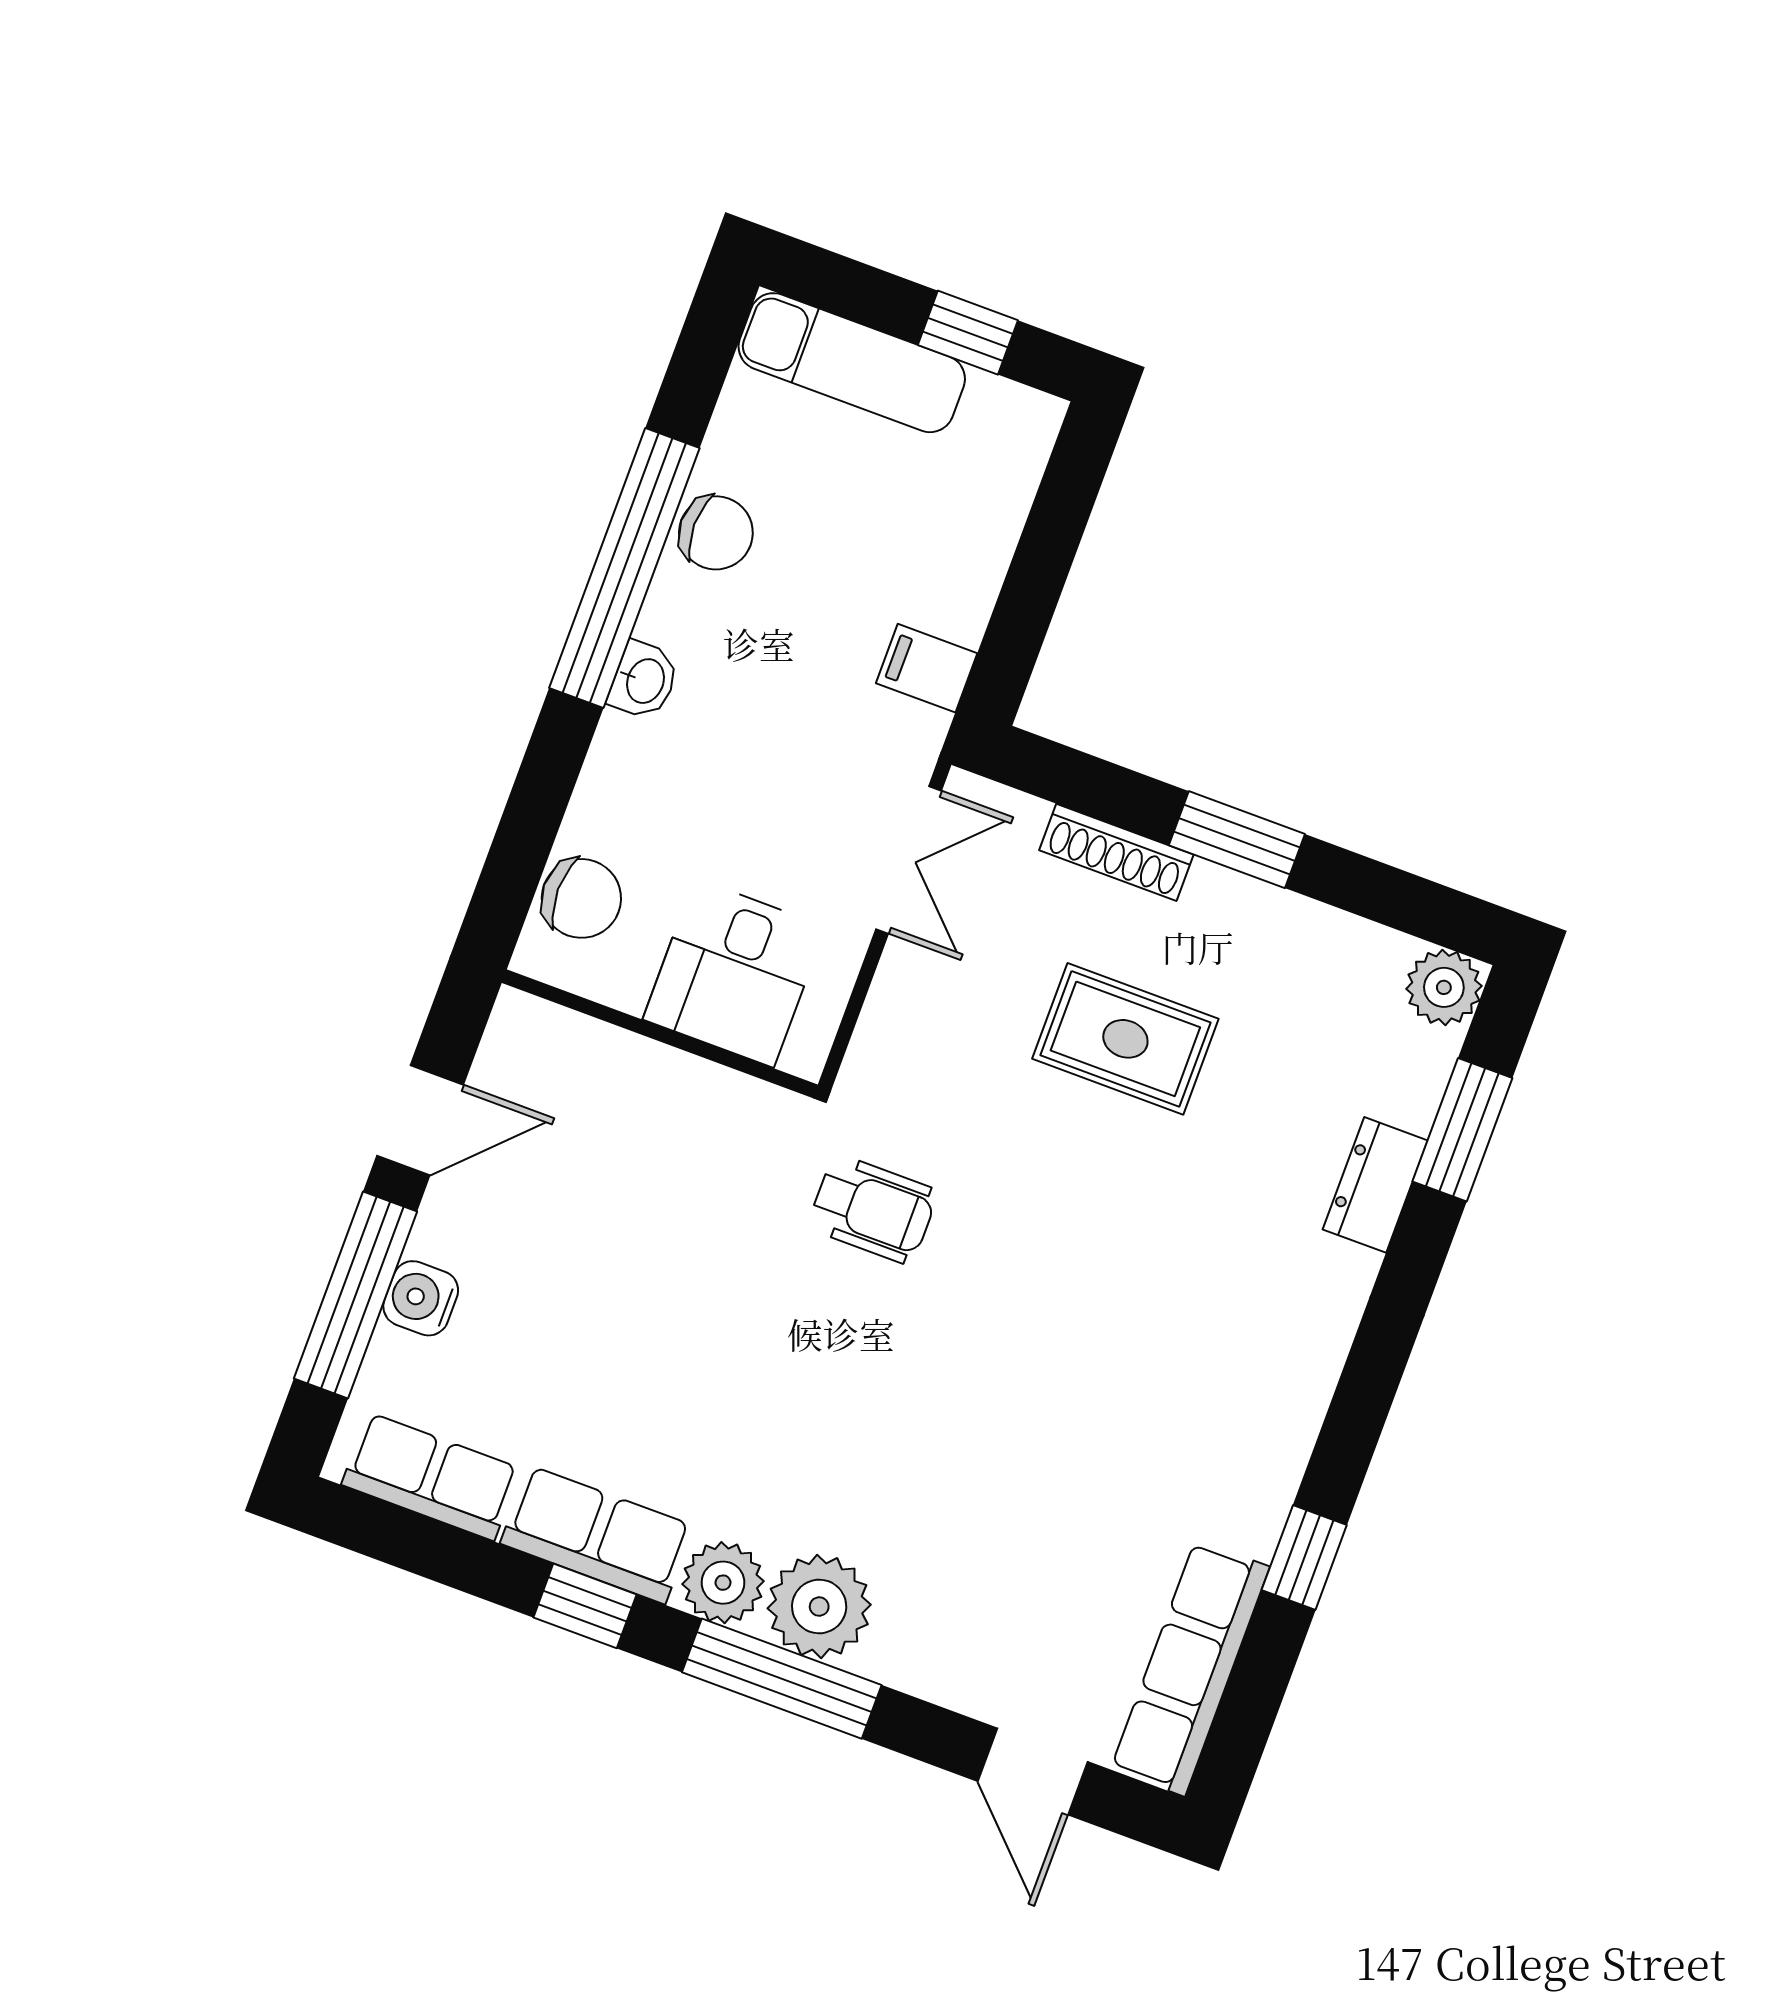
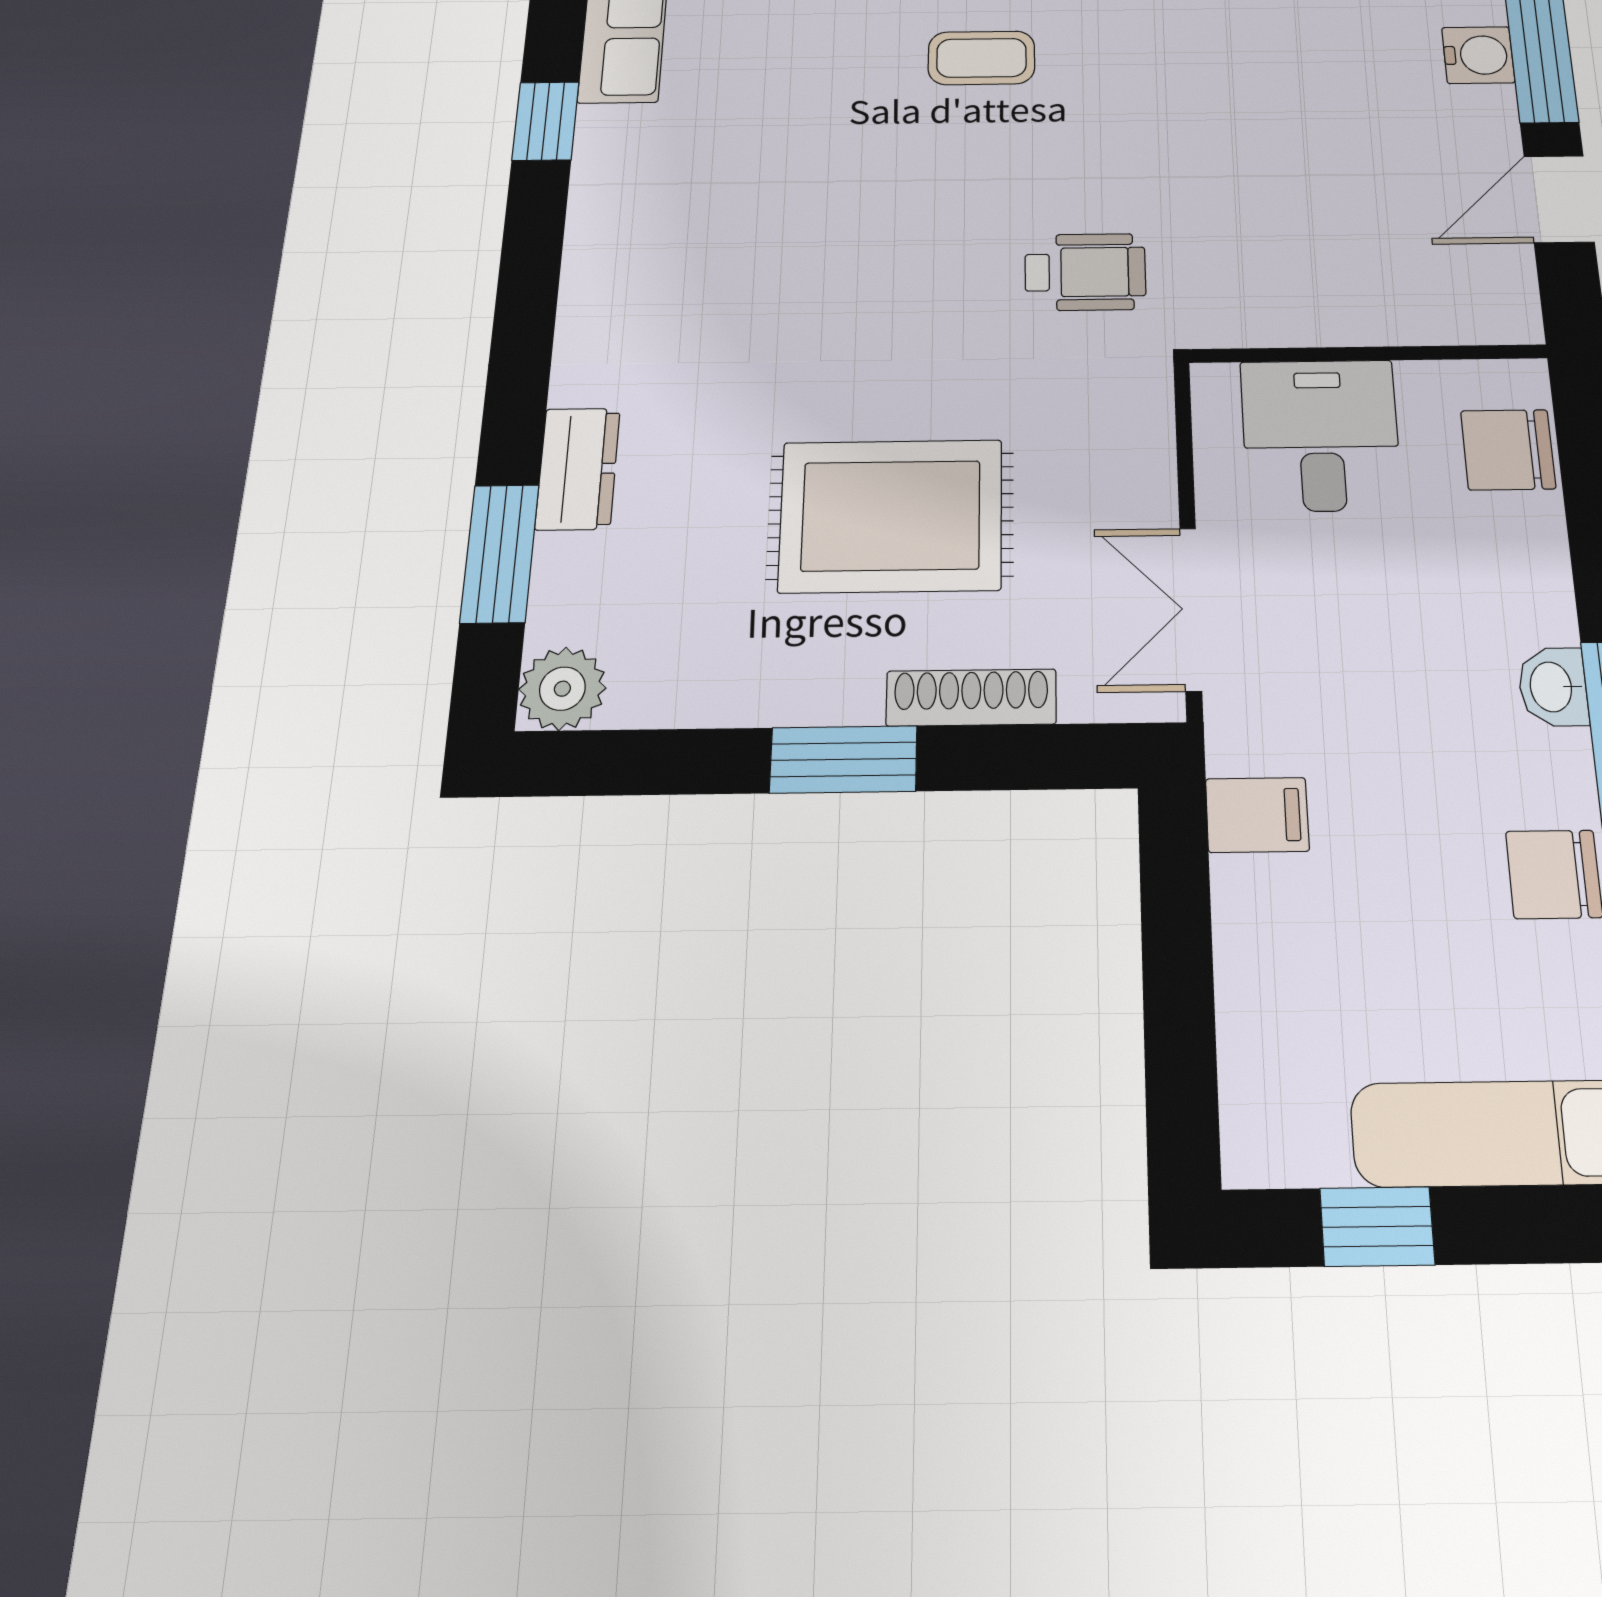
rug: (1125, 1039) -> (891, 516), width x1.36, depth x1.43
wheelchair: (873, 1209) -> (1085, 272), turned 180
coffee table: (881, 1473) -> (981, 58), added

